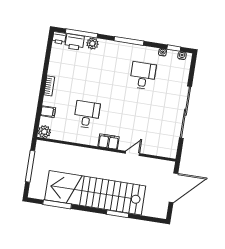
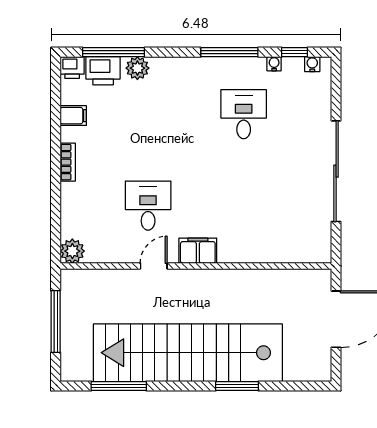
window: (129, 41) -> (229, 52), moved
filing cabinet: (48, 112) -> (73, 116), moved
door: (132, 153) -> (154, 266), moved

